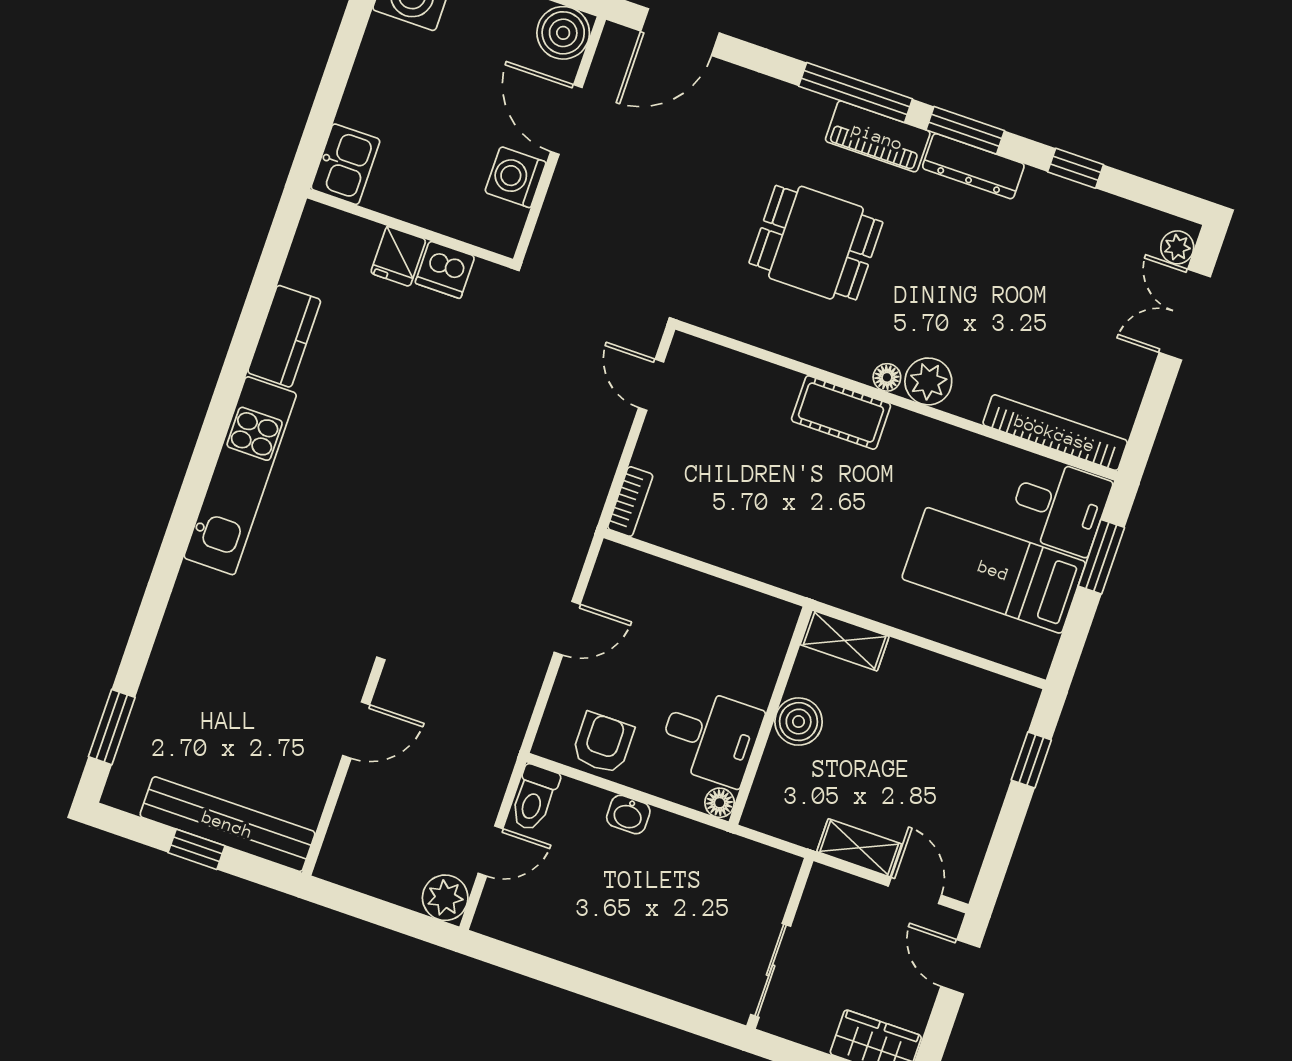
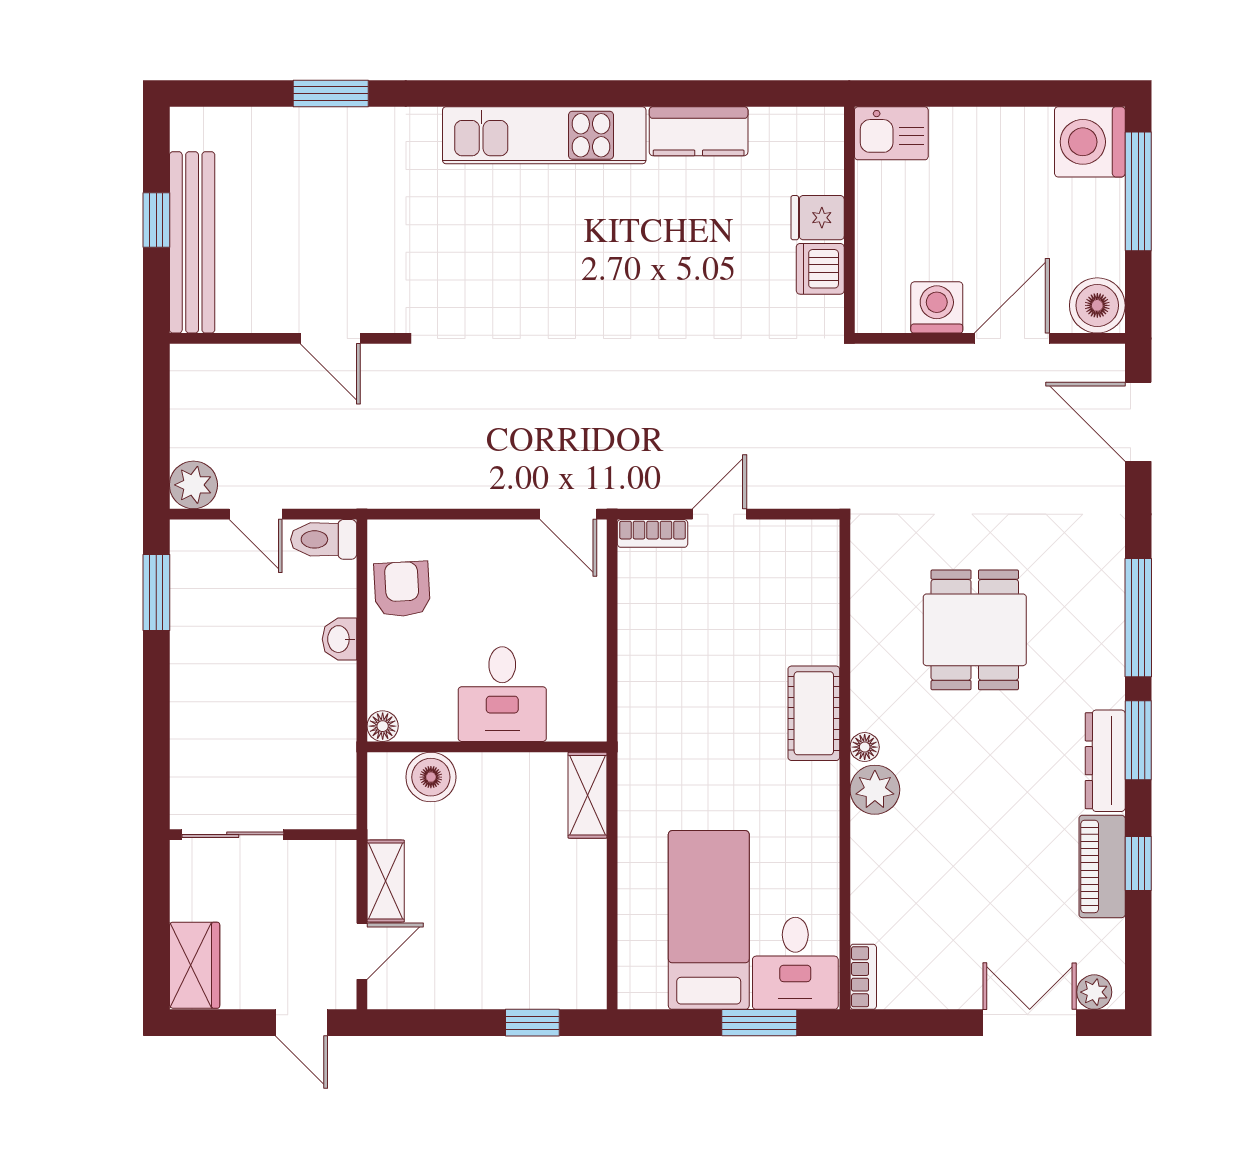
piano: (878, 136) -> (1102, 866), moved
door: (651, 385) -> (719, 514), moved
bookcase: (1055, 433) -> (863, 977), width x0.43, depth x0.76
door: (567, 628) -> (568, 514), moved
boiler: (799, 722) -> (431, 777), moved
window: (112, 727) -> (331, 93), moved
desk: (710, 736) -> (502, 694), moved
armchair: (603, 743) -> (402, 589), turned -93
window: (530, 964) -> (156, 592), added
door: (960, 967) -> (302, 1023), swing flipped

